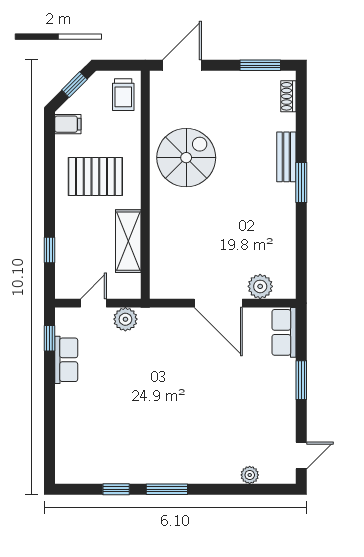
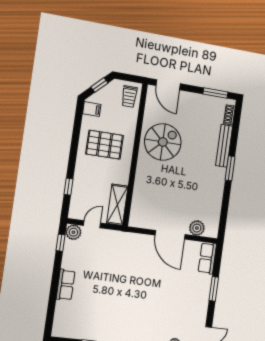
door: (182, 65) -> (168, 85), swing flipped
bench: (286, 157) -> (224, 146), width x1.36
shelving: (128, 241) -> (117, 205), moved
plant: (125, 319) -> (73, 232), moved
row of seats: (66, 360) -> (66, 285), moved

